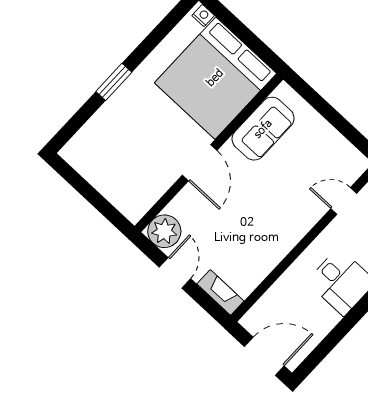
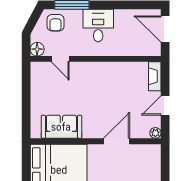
door: (200, 163) -> (117, 141), moved
plant: (164, 231) -> (155, 133), width x0.53, depth x0.53

